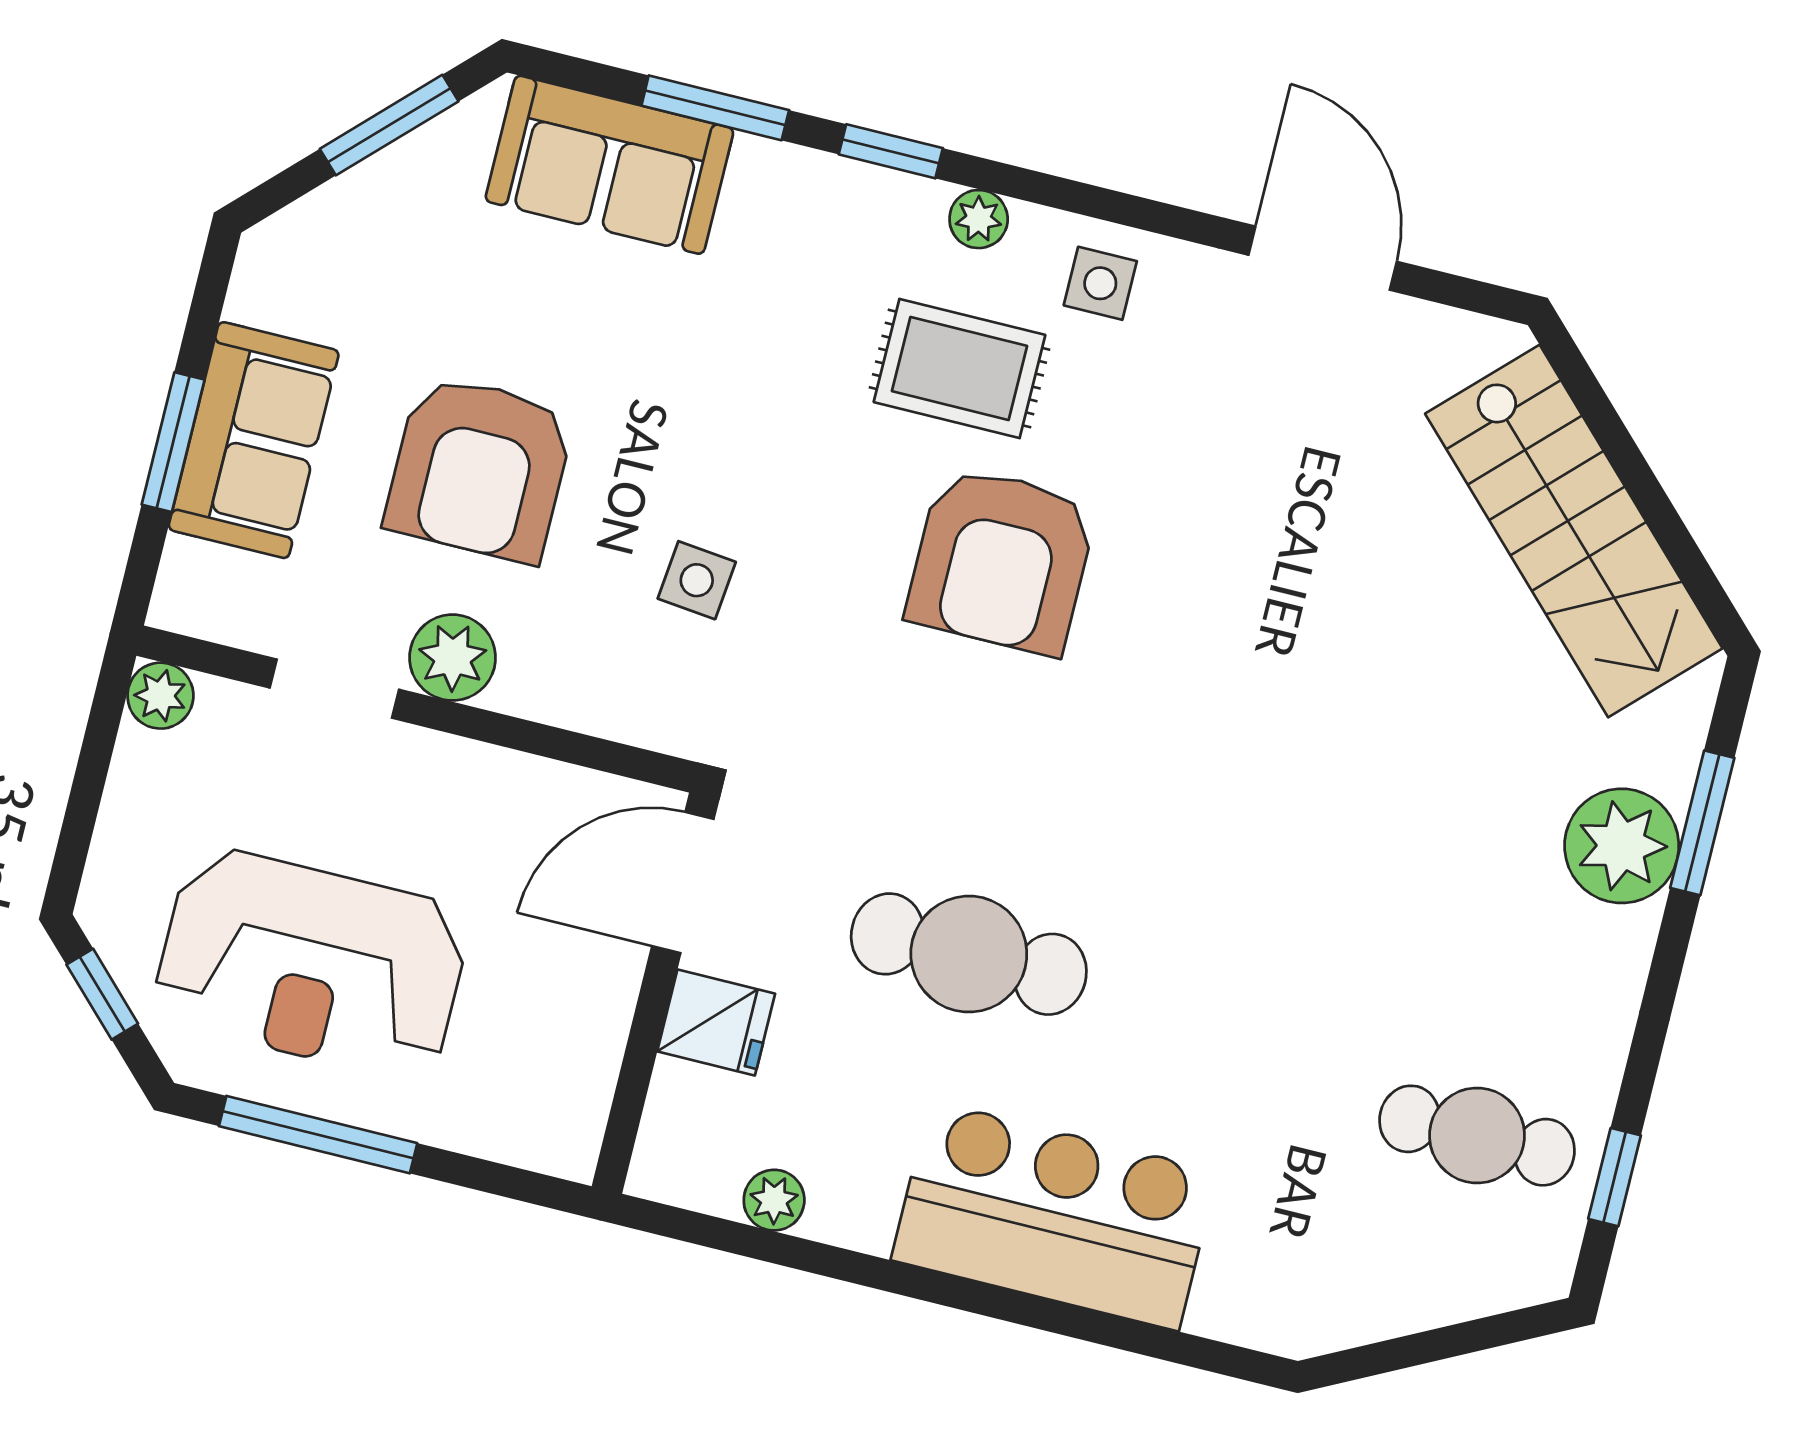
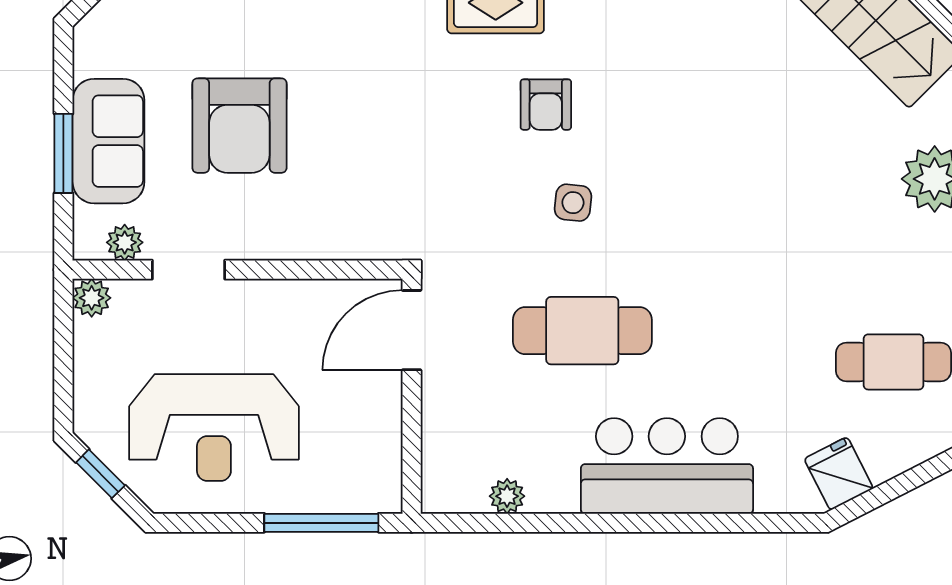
armchair: (1001, 560) -> (546, 105), width x0.53, depth x0.53
side table: (697, 580) -> (573, 203), moved
plant: (453, 658) -> (125, 242), moved, width x0.73, depth x0.73
fridge: (716, 1023) -> (839, 474), moved, turned -117
window: (318, 1135) -> (321, 523), moved

